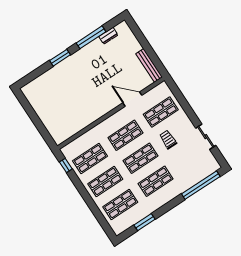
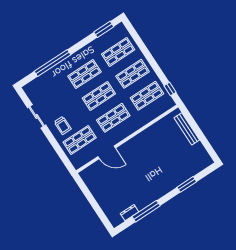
window: (60, 58) -> (187, 184), moved
bench: (149, 65) -> (187, 129), moved
trolley: (168, 140) -> (63, 125), moved
window: (201, 185) -> (52, 63), moved
window: (144, 222) -> (104, 29), moved

